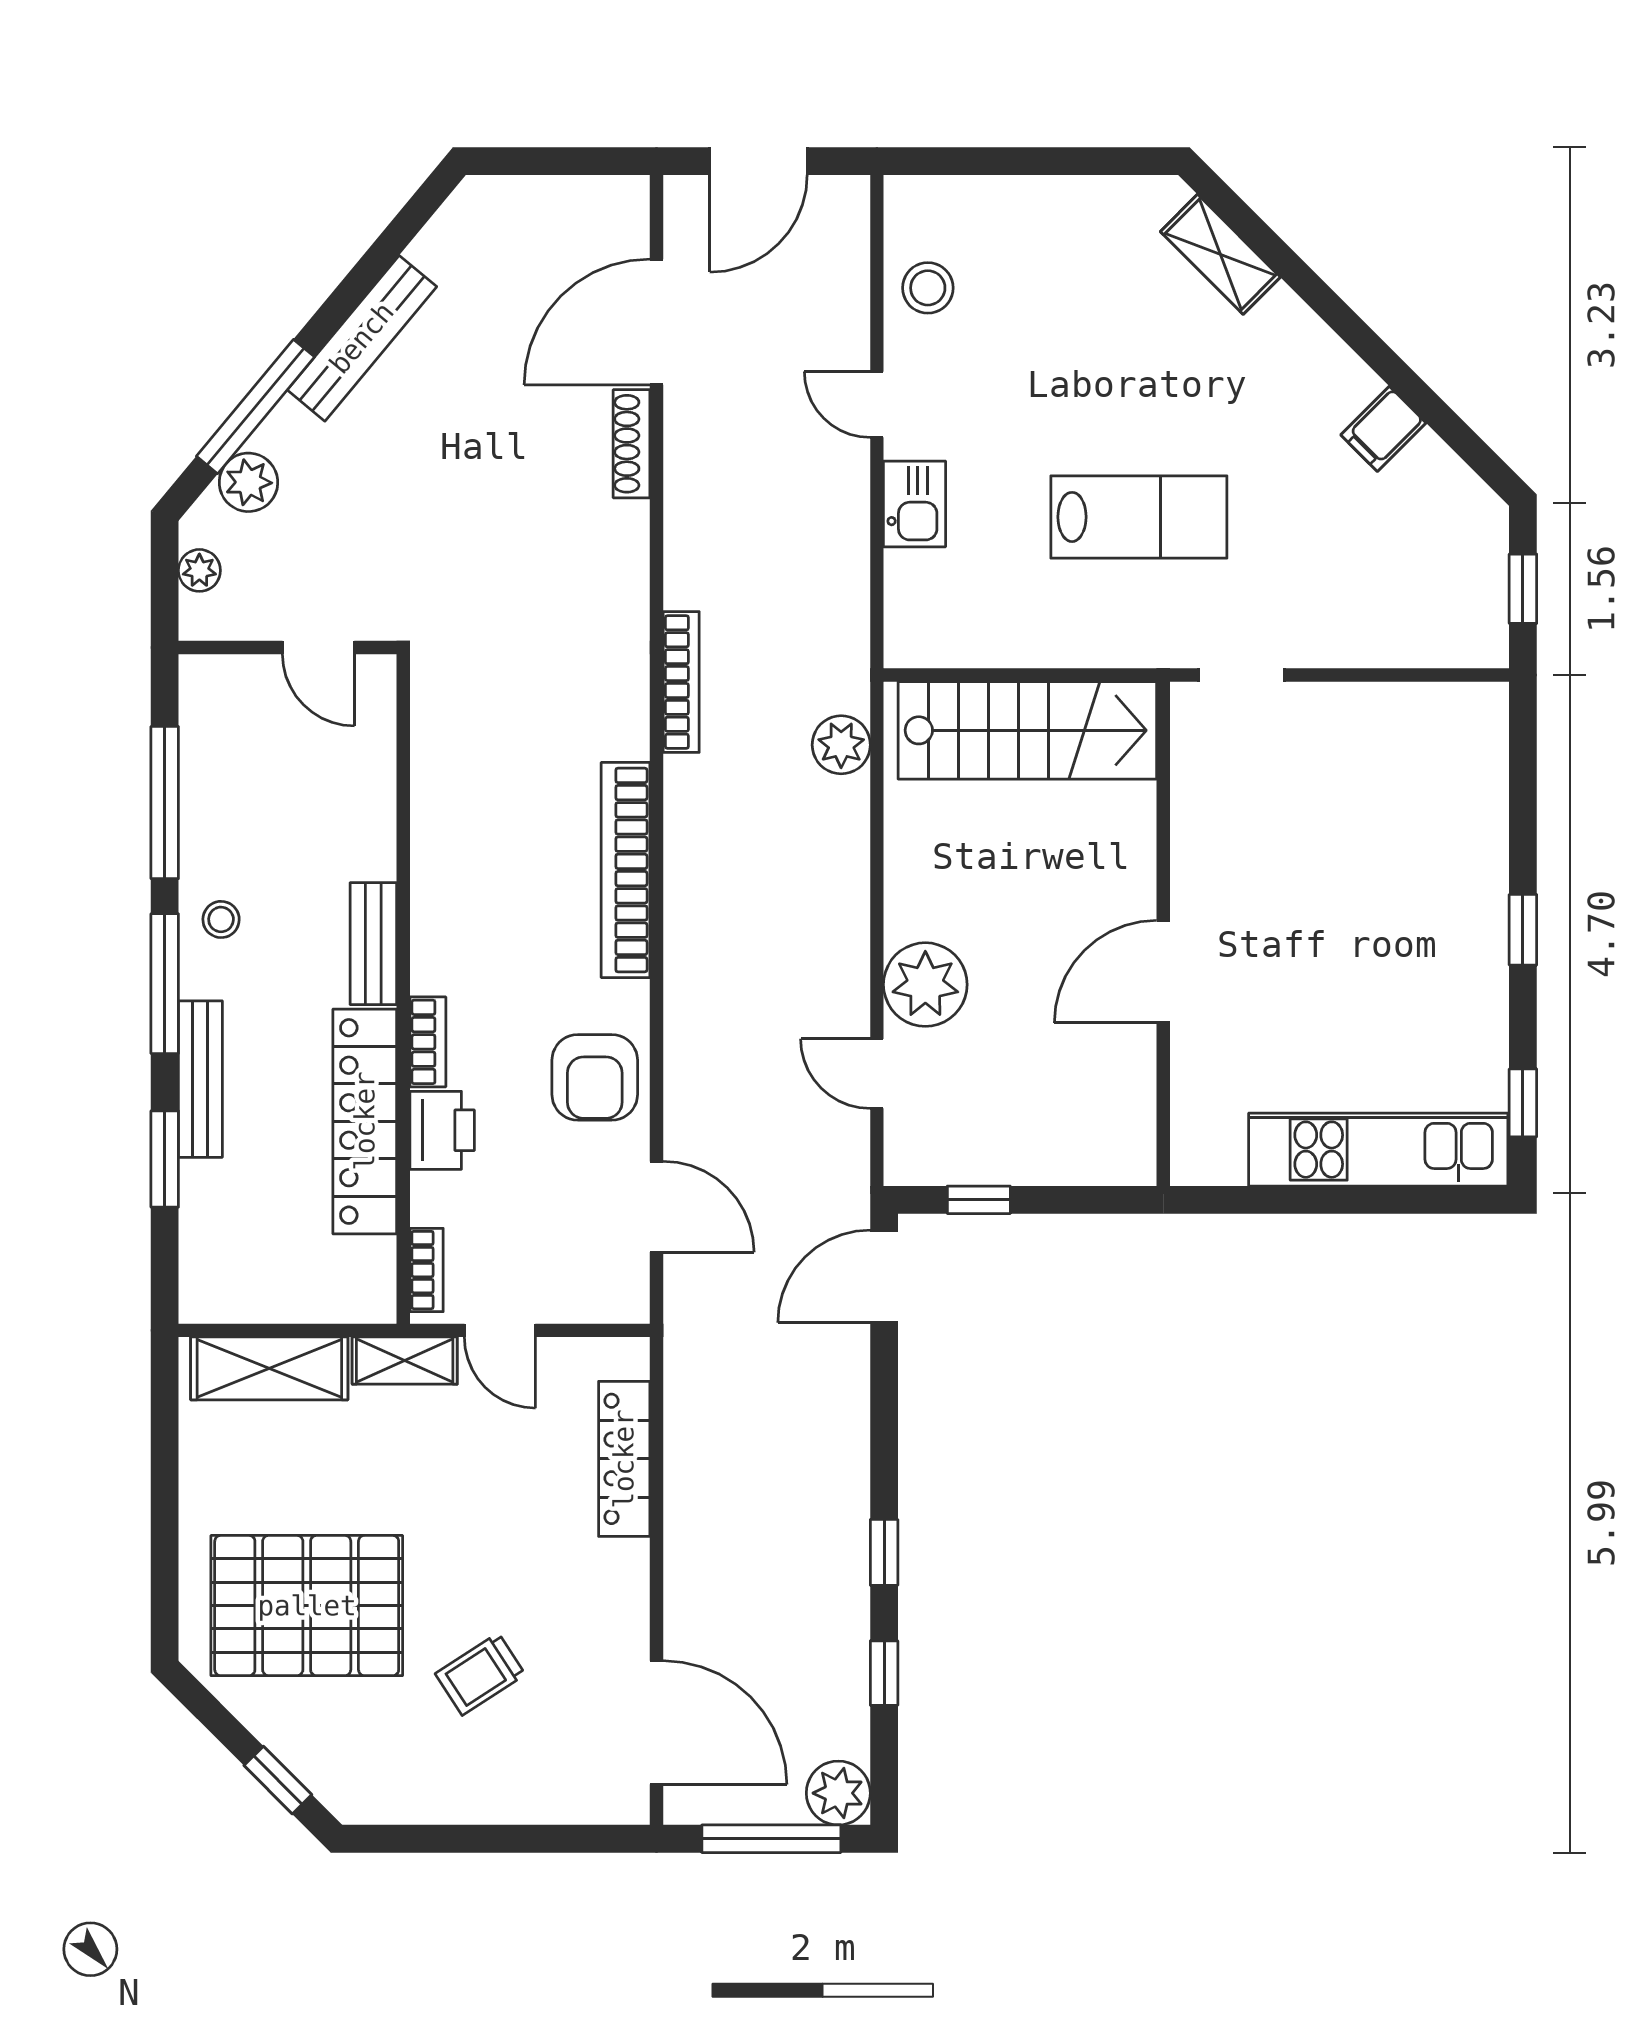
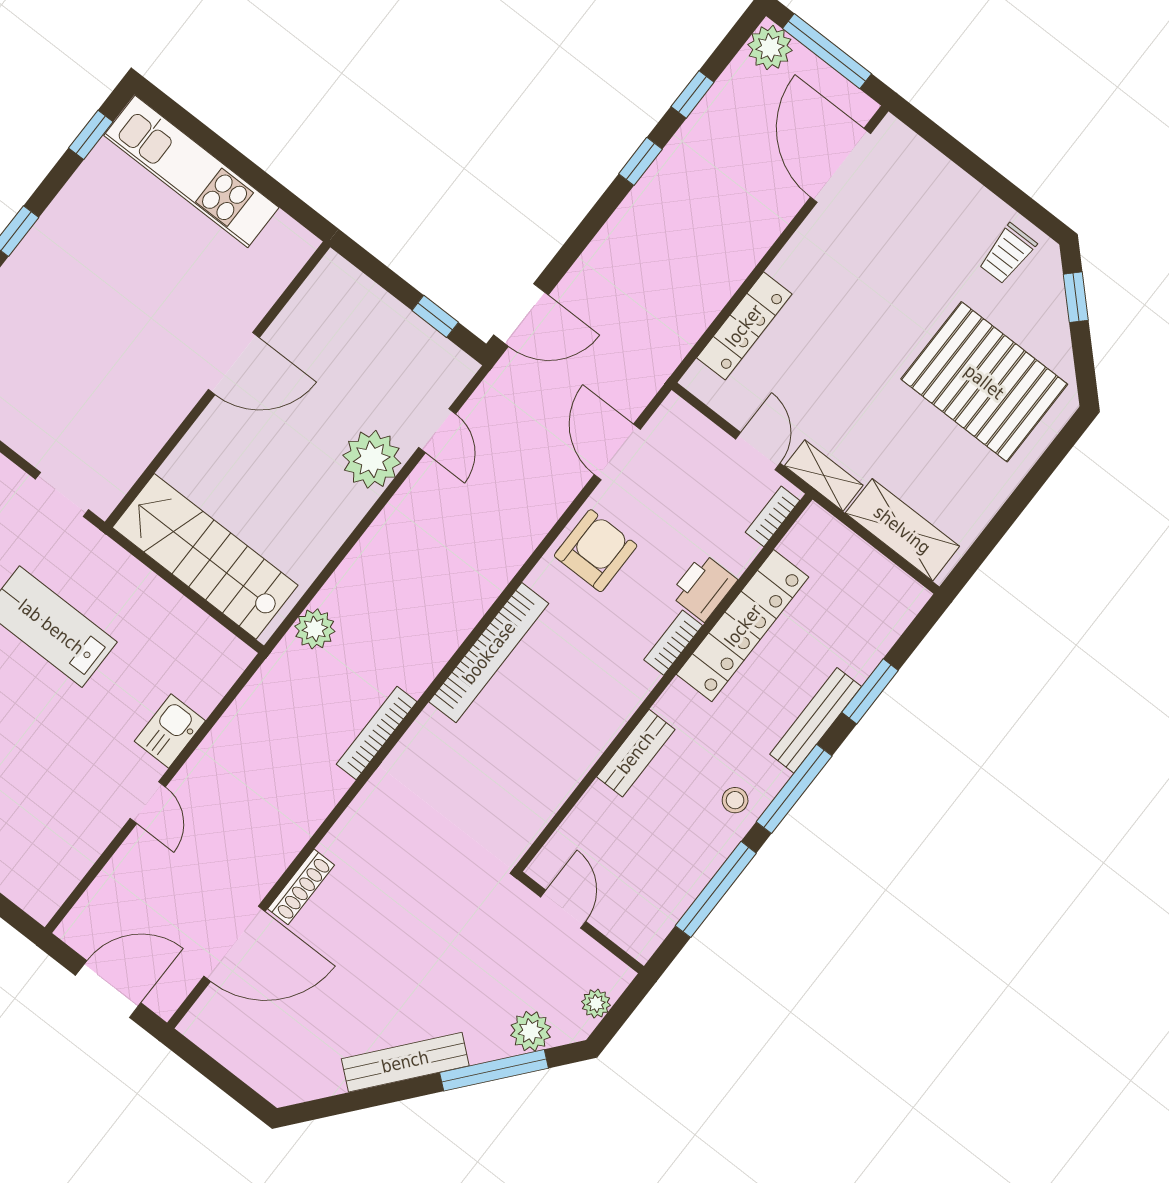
stool: (928, 288) -> (69, 845), removed
bench: (373, 944) -> (636, 753), moved
trolley: (480, 1674) -> (1008, 254), moved, turned 123

